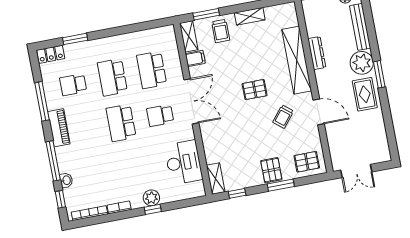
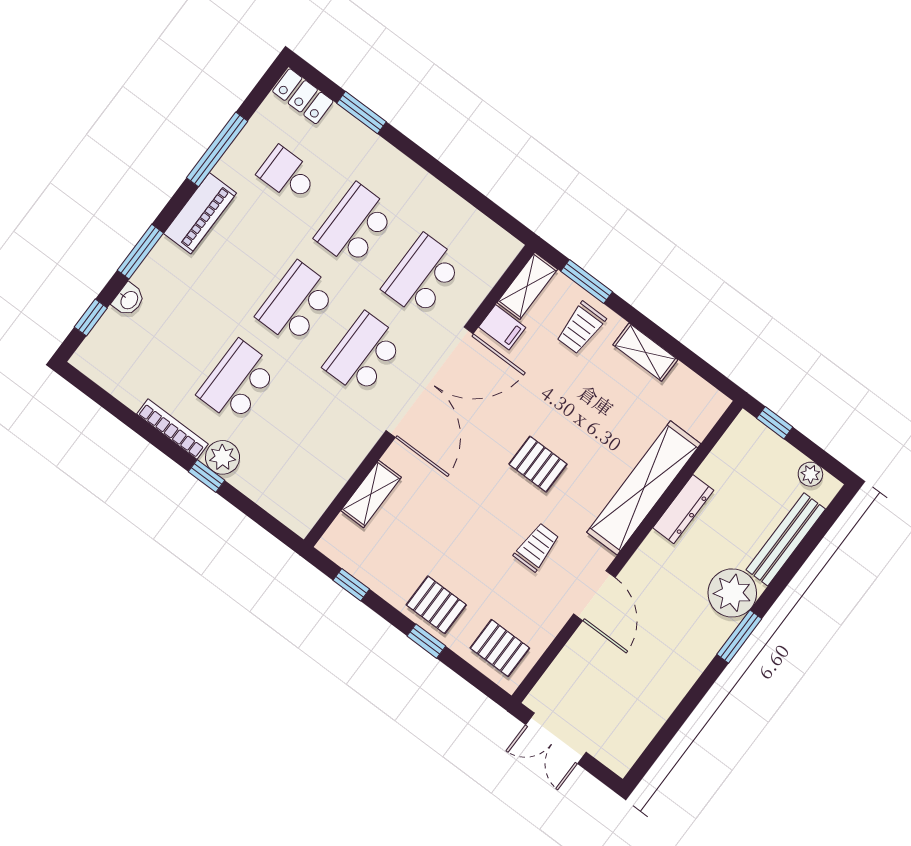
rug: (365, 94) -> (687, 642), removed
double door: (191, 101) -> (430, 382), width x1.36
school desk: (160, 115) -> (364, 354), width x1.85
trolley: (283, 117) -> (537, 547), turned 141
window: (53, 161) -> (140, 252), width x0.69
desk: (184, 162) -> (324, 457), removed
school desk: (130, 168) -> (237, 382), added
pallet: (271, 170) -> (436, 605), turned 90
shelving: (216, 179) -> (371, 494), moved
window: (281, 185) -> (426, 641), width x0.67
bookcase: (119, 207) -> (172, 429), width x1.56
bookcase: (89, 213) -> (111, 383), removed

